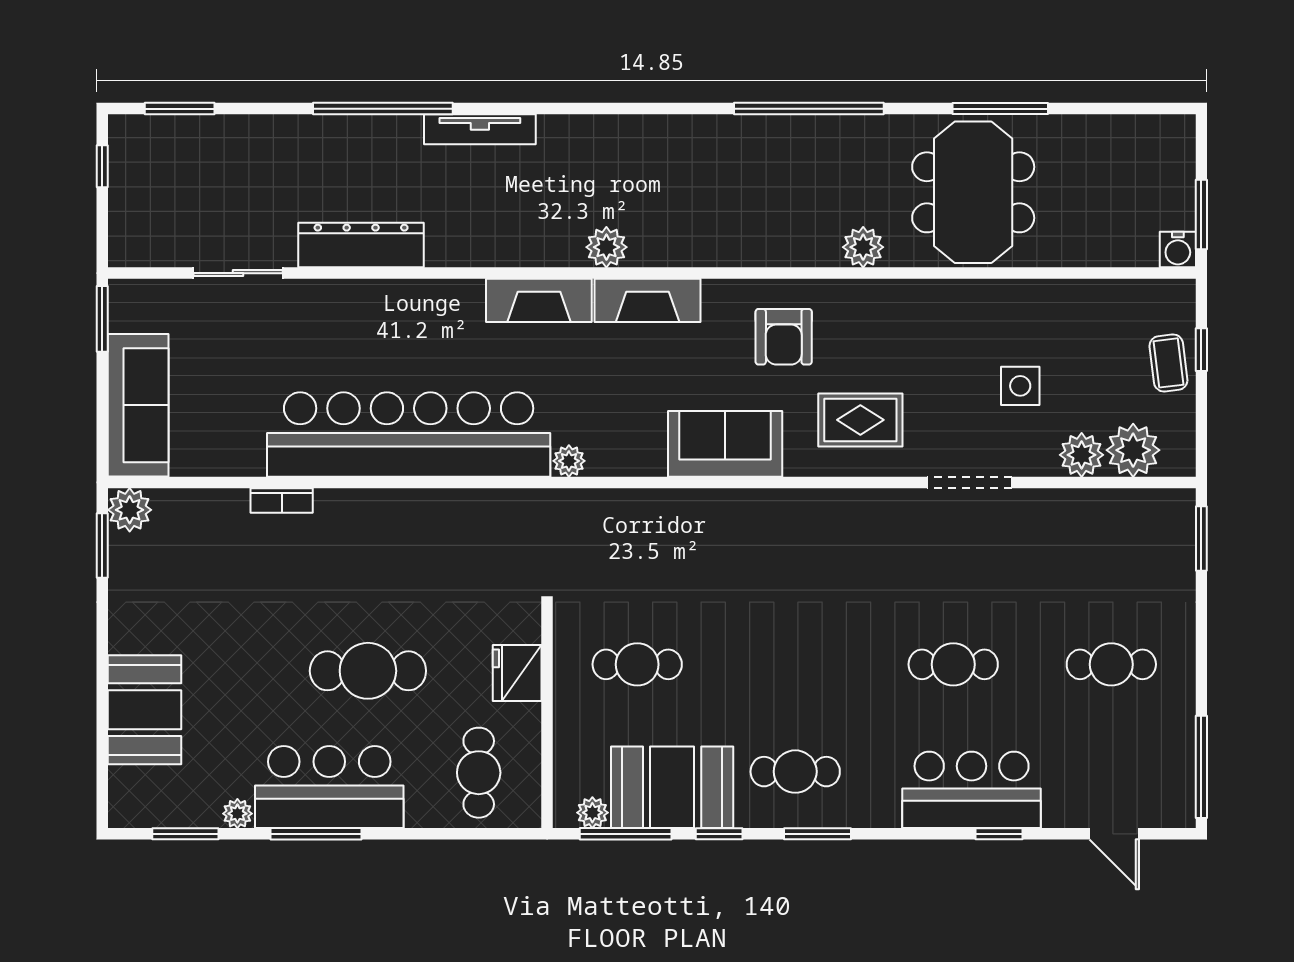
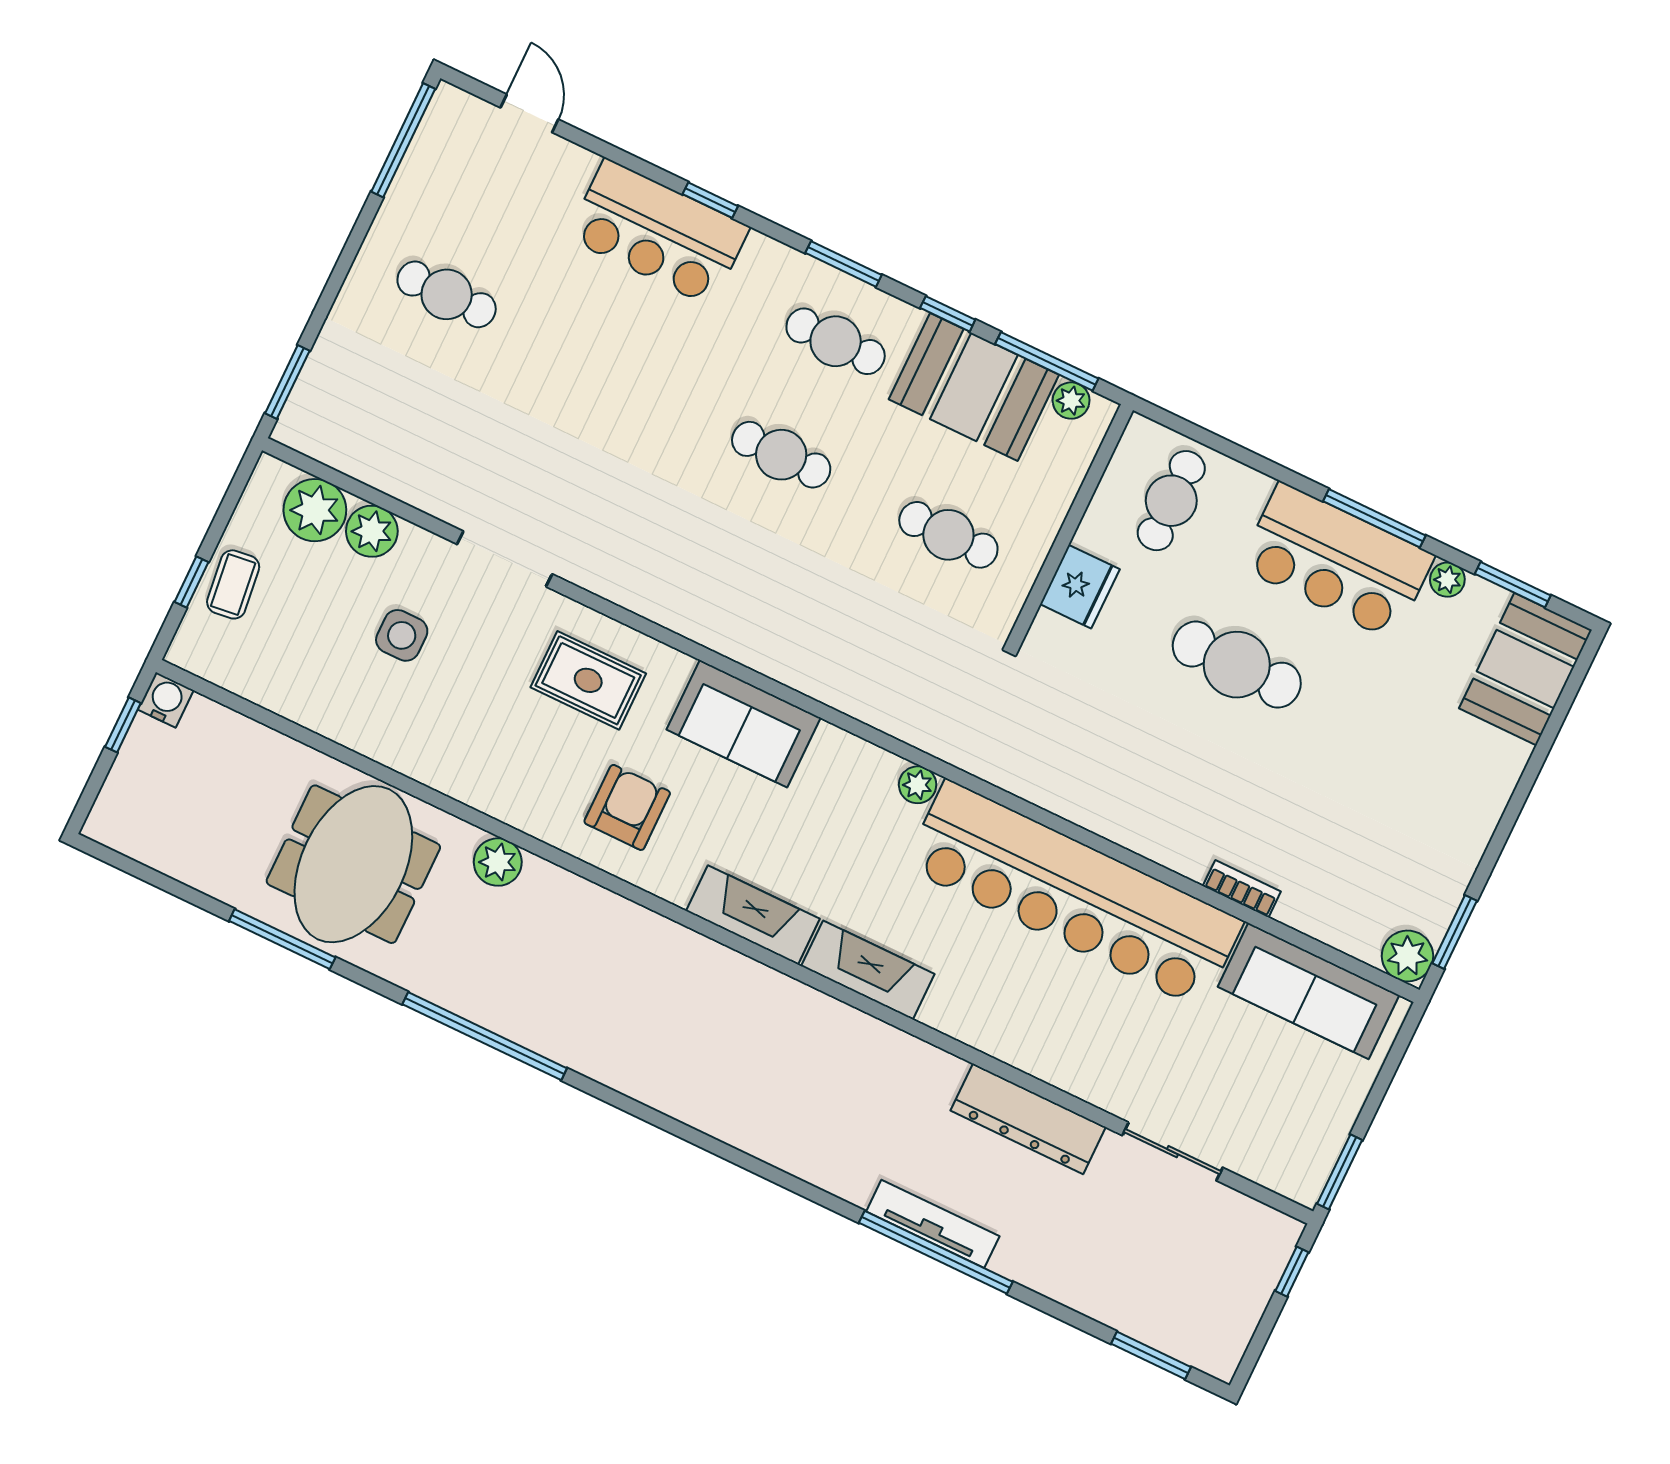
tv unit: (480, 129) -> (933, 1224), moved
window: (102, 166) -> (1292, 1272), moved
window: (1201, 214) -> (123, 725), width x0.67
plant: (606, 247) -> (769, 992), removed
sofa: (138, 405) -> (1309, 991), moved, turned -90
cafe table: (953, 664) -> (781, 455), moved
booth: (144, 710) -> (1525, 669), moved
window: (999, 834) -> (710, 200), moved

